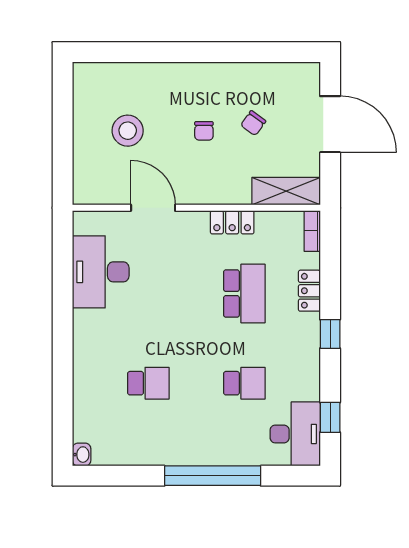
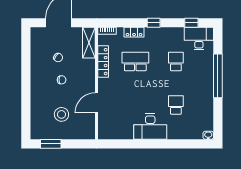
window: (63, 107) -> (51, 144), added
locker: (232, 222) -> (103, 62), width x1.53
desk: (101, 272) -> (150, 127), moved

